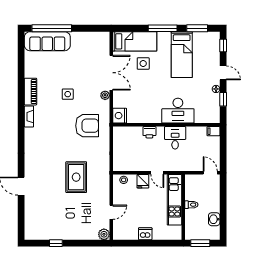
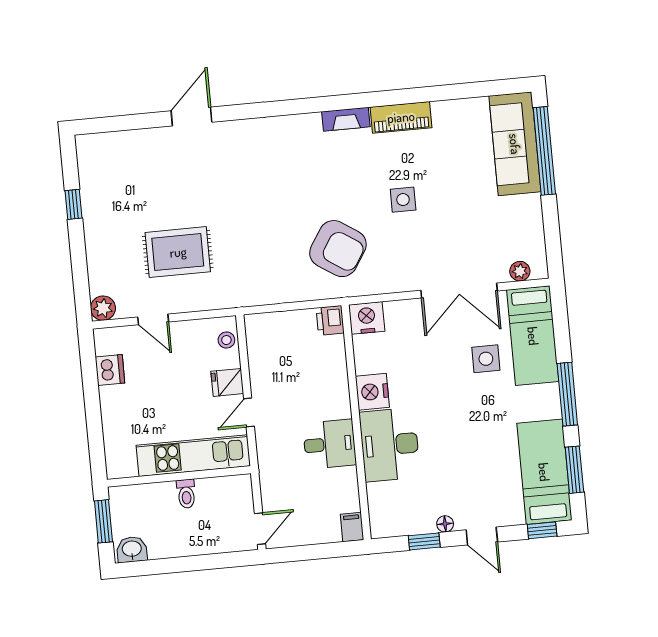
bed: (182, 55) -> (544, 472), moved, turned 90
door: (223, 73) -> (482, 536), hinge flipped
plant: (105, 95) -> (520, 271), moved
nightstand: (153, 116) -> (372, 392), added
armchair: (87, 126) -> (338, 249), turned -57
printer: (149, 132) -> (330, 320), moved
rug: (76, 177) -> (178, 252), moved
washbasin: (214, 219) -> (132, 549), moved
dishwasher: (145, 234) -> (110, 370), moved

